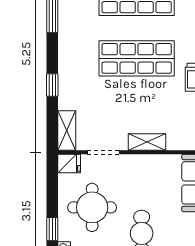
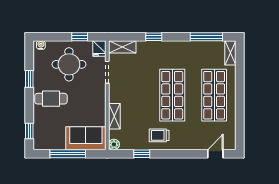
shelving: (147, 142) -> (114, 116), moved
window: (52, 229) -> (80, 37), moved

